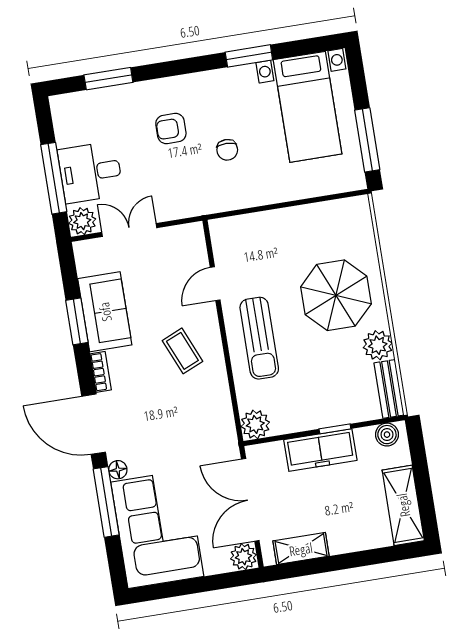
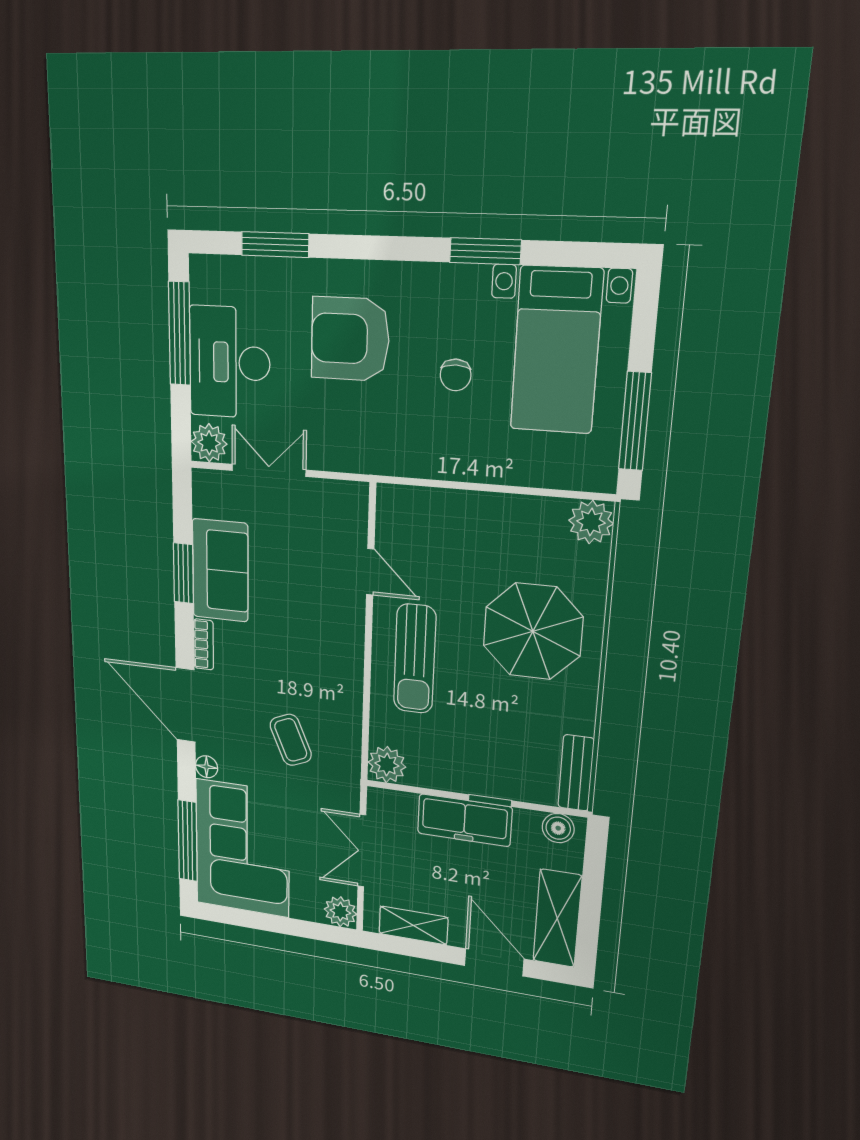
armchair: (171, 129) -> (350, 339), width x1.88, depth x1.88
chair: (227, 150) -> (456, 375), moved
desk: (90, 172) -> (230, 362), width x1.37
window: (54, 178) -> (180, 334), moved
door: (215, 284) -> (370, 572), swing flipped
plant: (378, 345) -> (591, 522), moved
coffee table: (182, 351) -> (291, 740), moved
double door: (250, 500) -> (362, 851), width x0.73
window: (106, 502) -> (188, 841), moved
door: (367, 558) -> (494, 962), added

